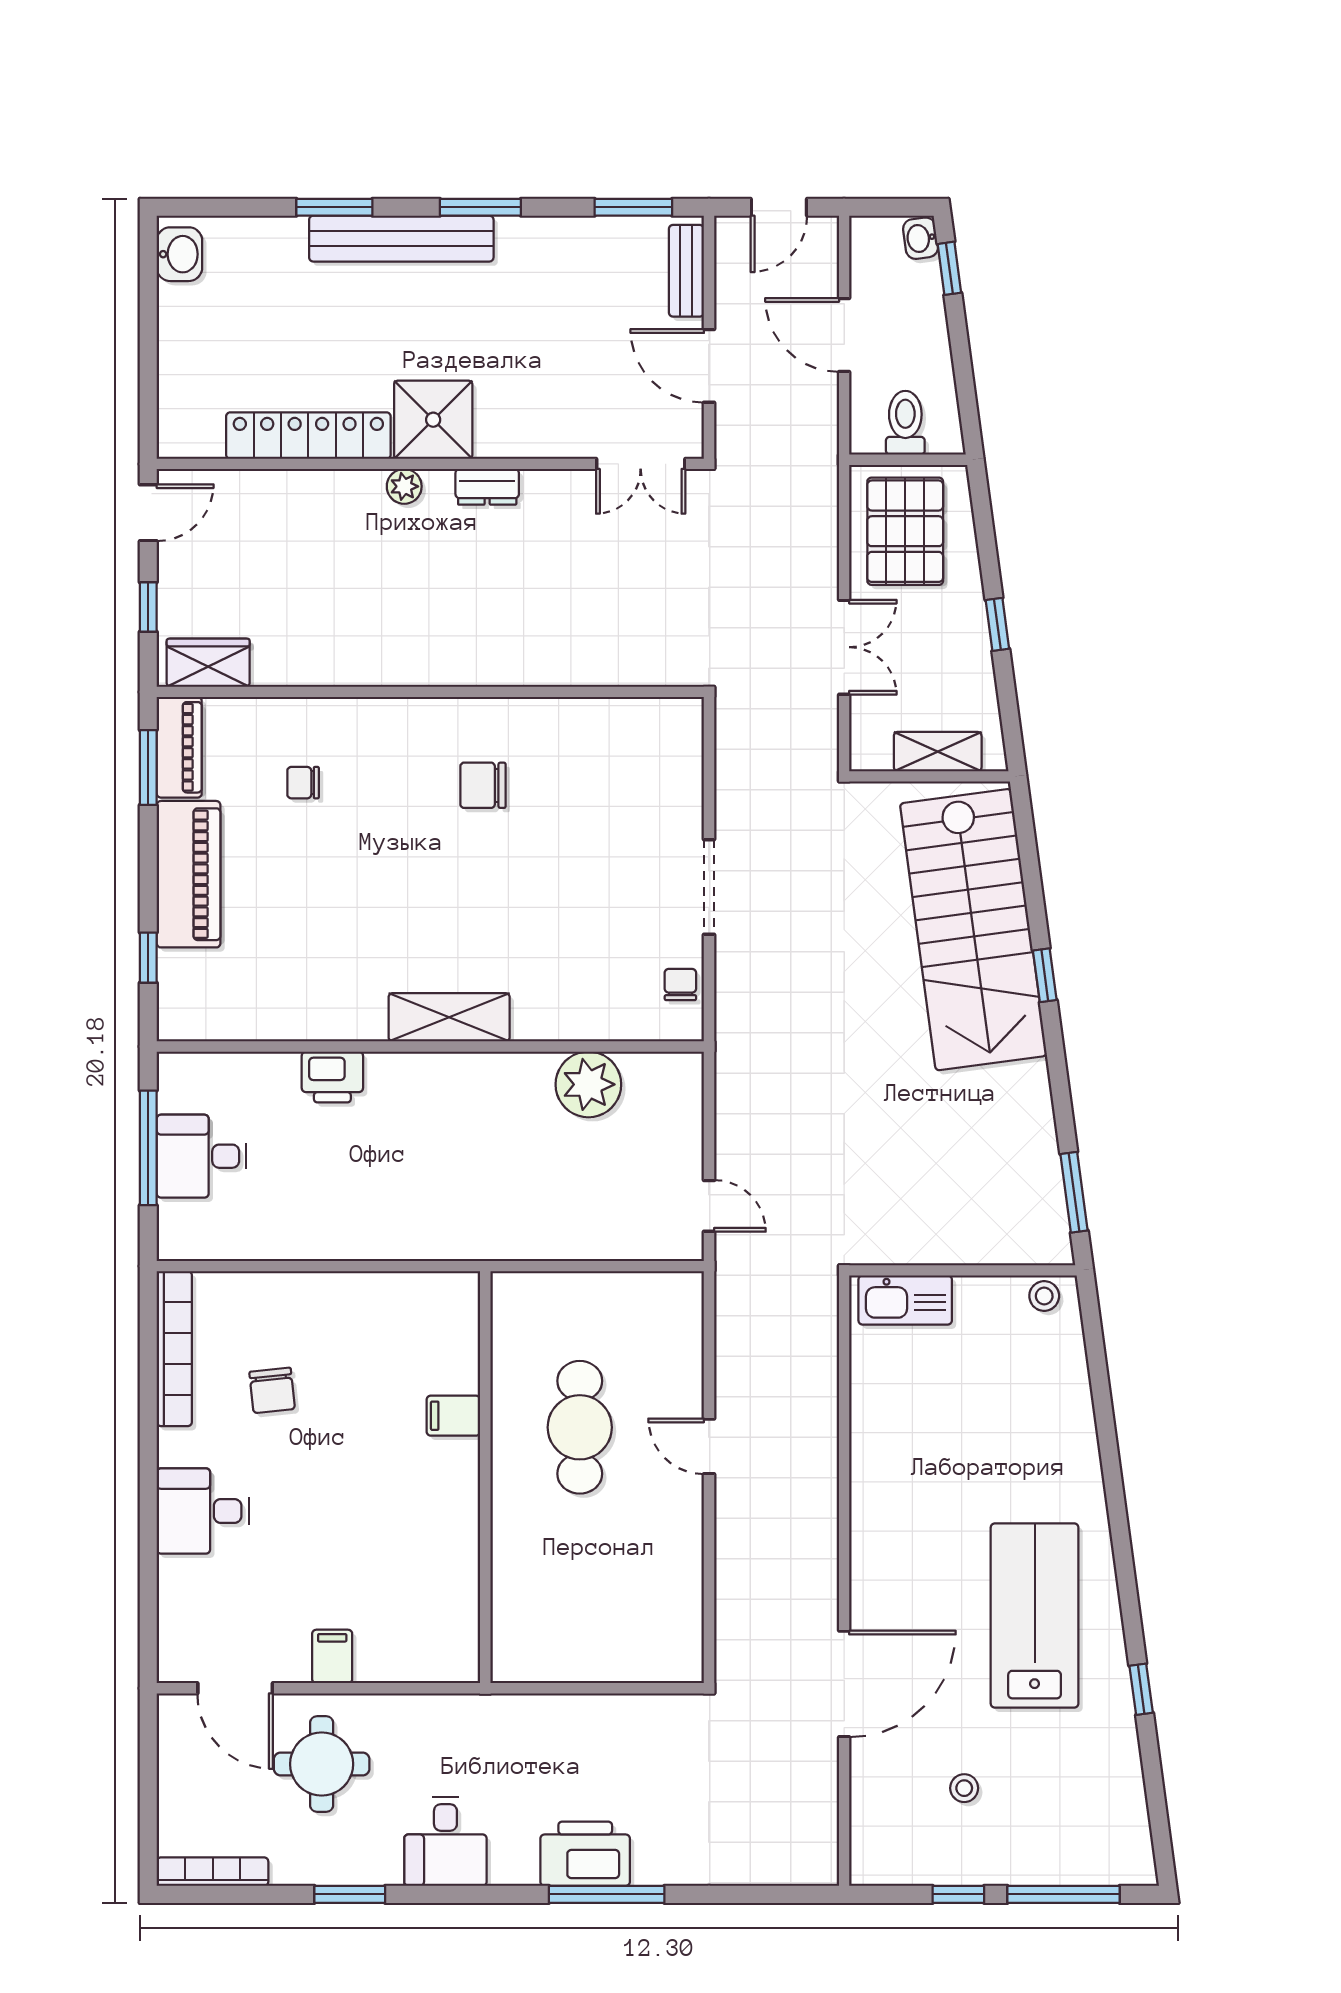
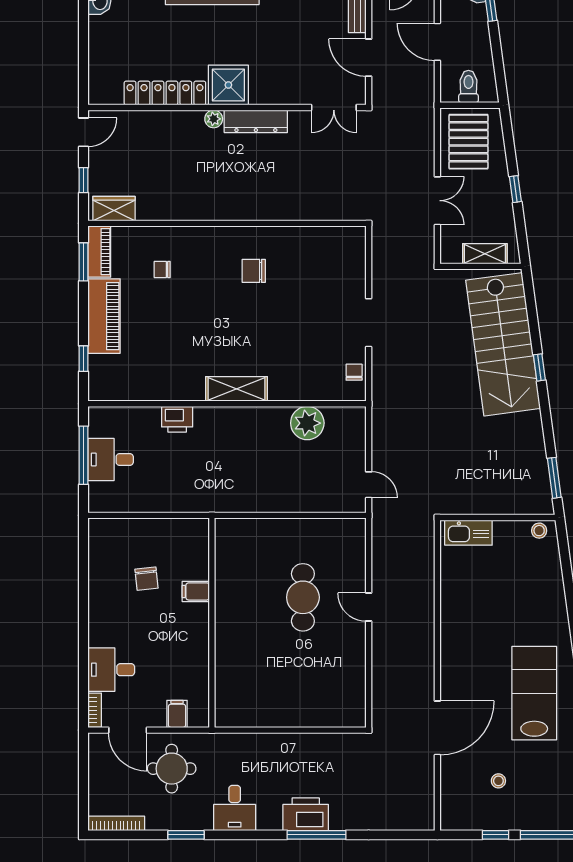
dresser: (487, 487) -> (256, 121), width x1.96, depth x1.24
bookcase: (174, 1349) -> (95, 710), moved, width x0.43, depth x0.76
filing cabinet: (453, 1416) -> (196, 591), moved
wall: (485, 1477) -> (212, 623), moved
desk: (203, 1511) -> (111, 670), moved

